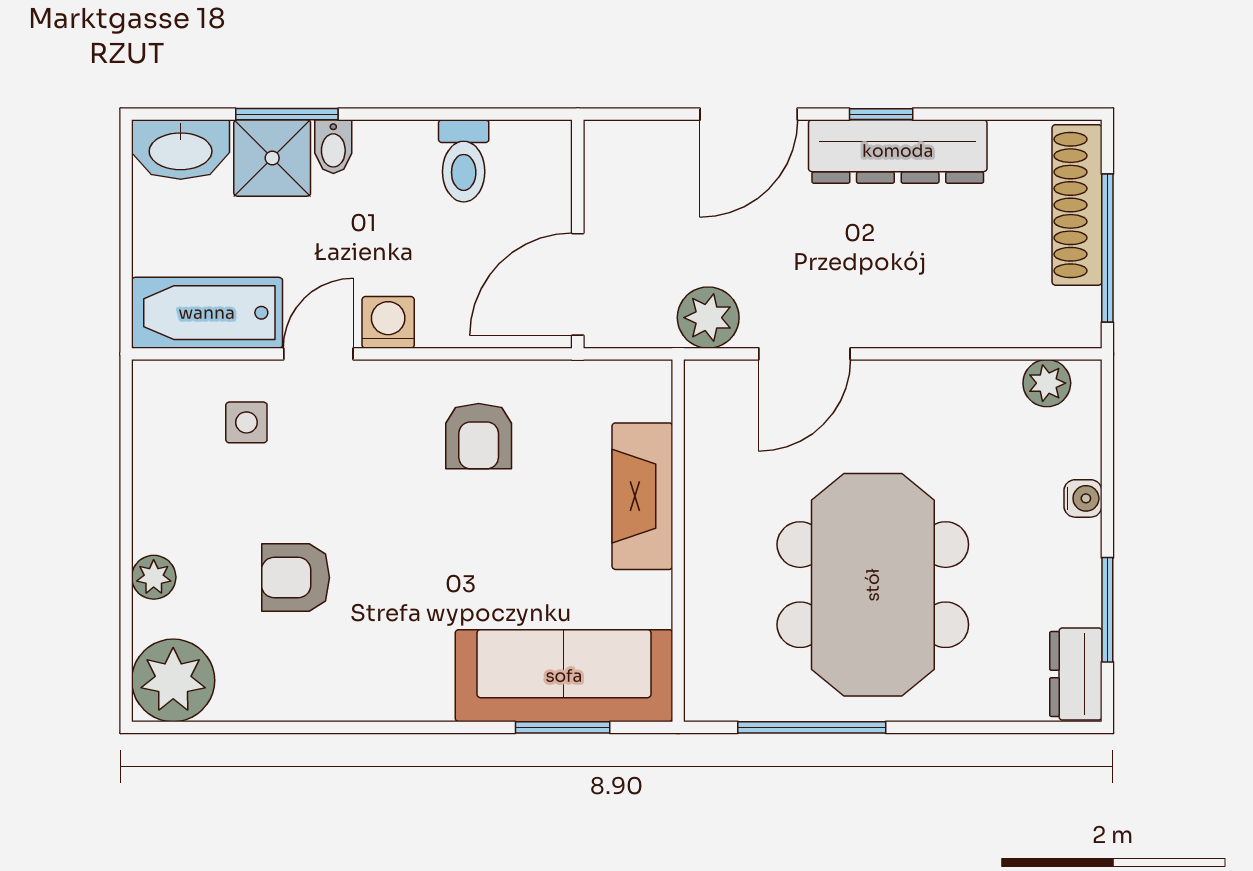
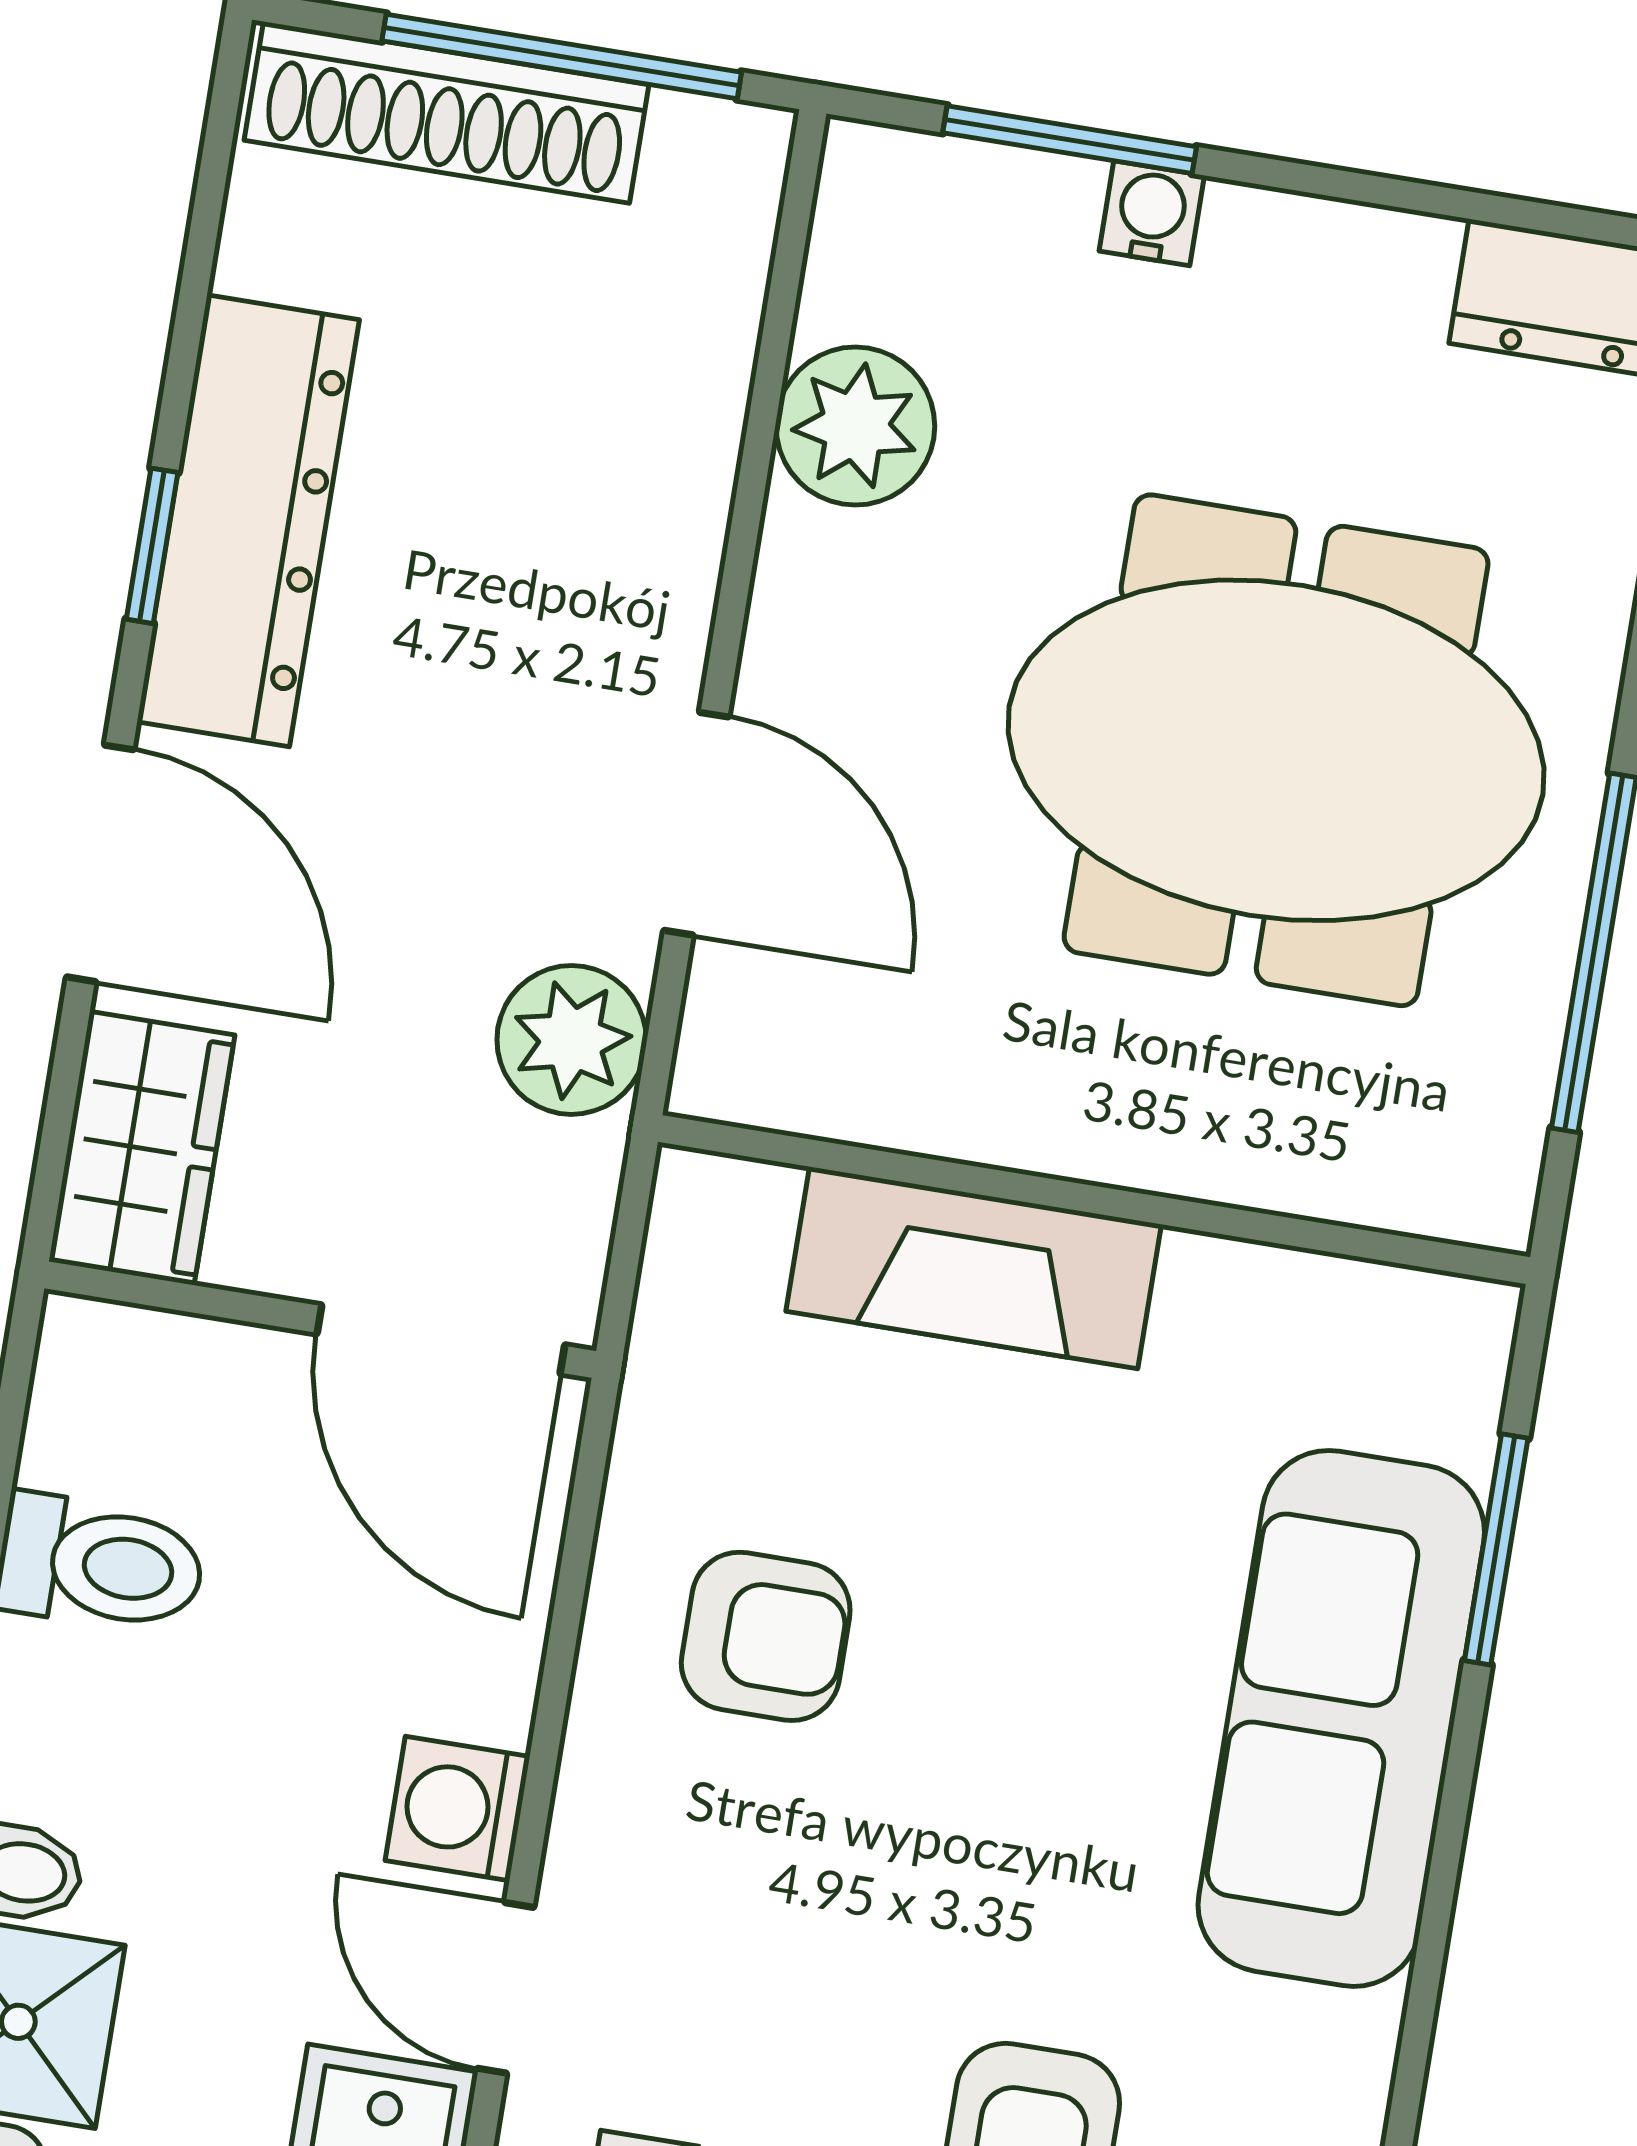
wardrobe: (636, 150) -> (142, 1148), added
plant: (1047, 383) -> (855, 426), moved, width x1.38, depth x1.38
window: (1107, 610) -> (1070, 140), moved
sofa: (564, 676) -> (1341, 1718), moved

